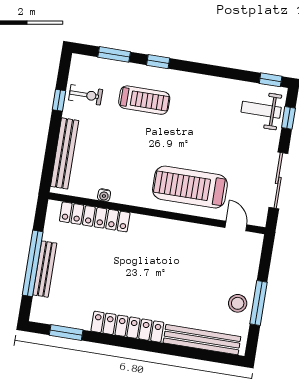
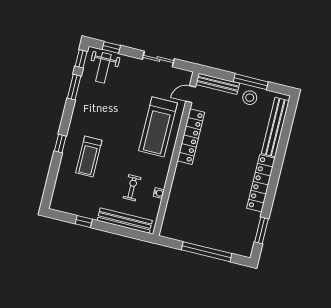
window: (114, 54) -> (74, 87), moved
exercise bike: (86, 95) -> (132, 188), moved
treadmill: (144, 100) -> (89, 156), turned 180
sliding door: (278, 180) -> (158, 59), width x0.73
locker: (95, 217) -> (191, 137), moved
bench: (45, 269) -> (218, 84), moved

